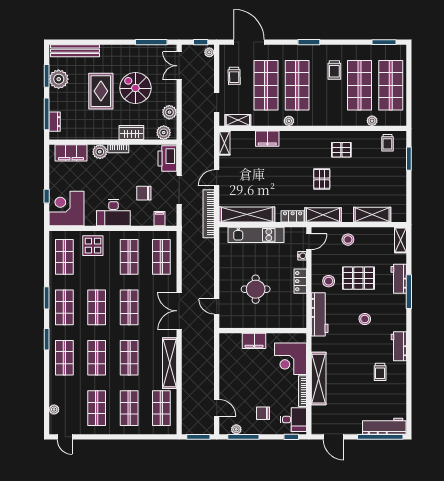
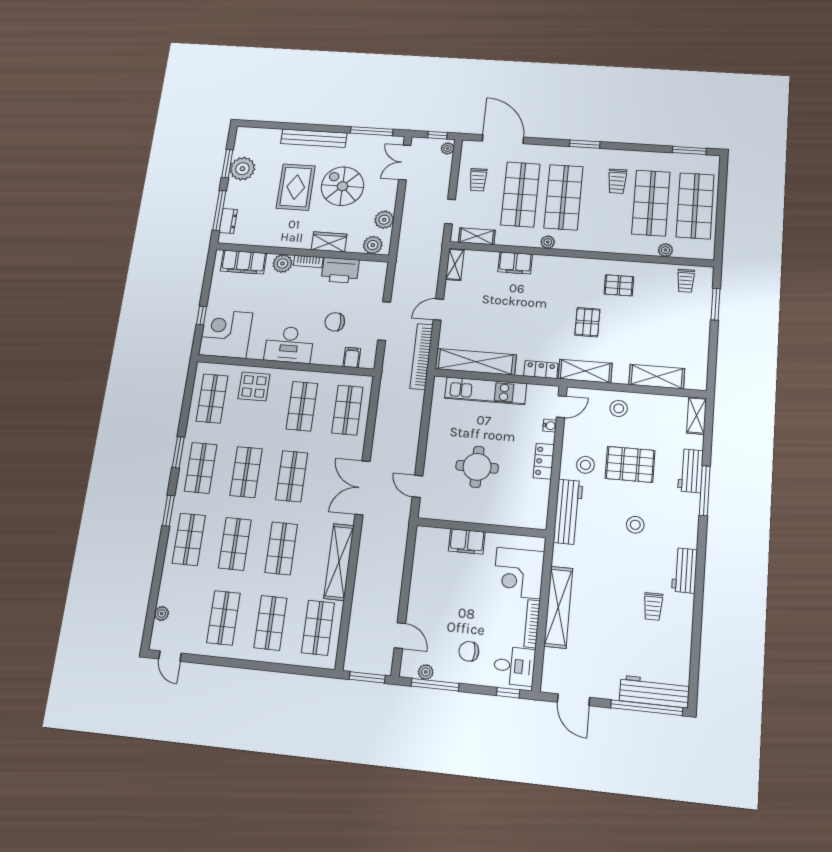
bench: (75, 51) -> (314, 138), moved
printer: (167, 158) -> (340, 270), moved, turned -90

